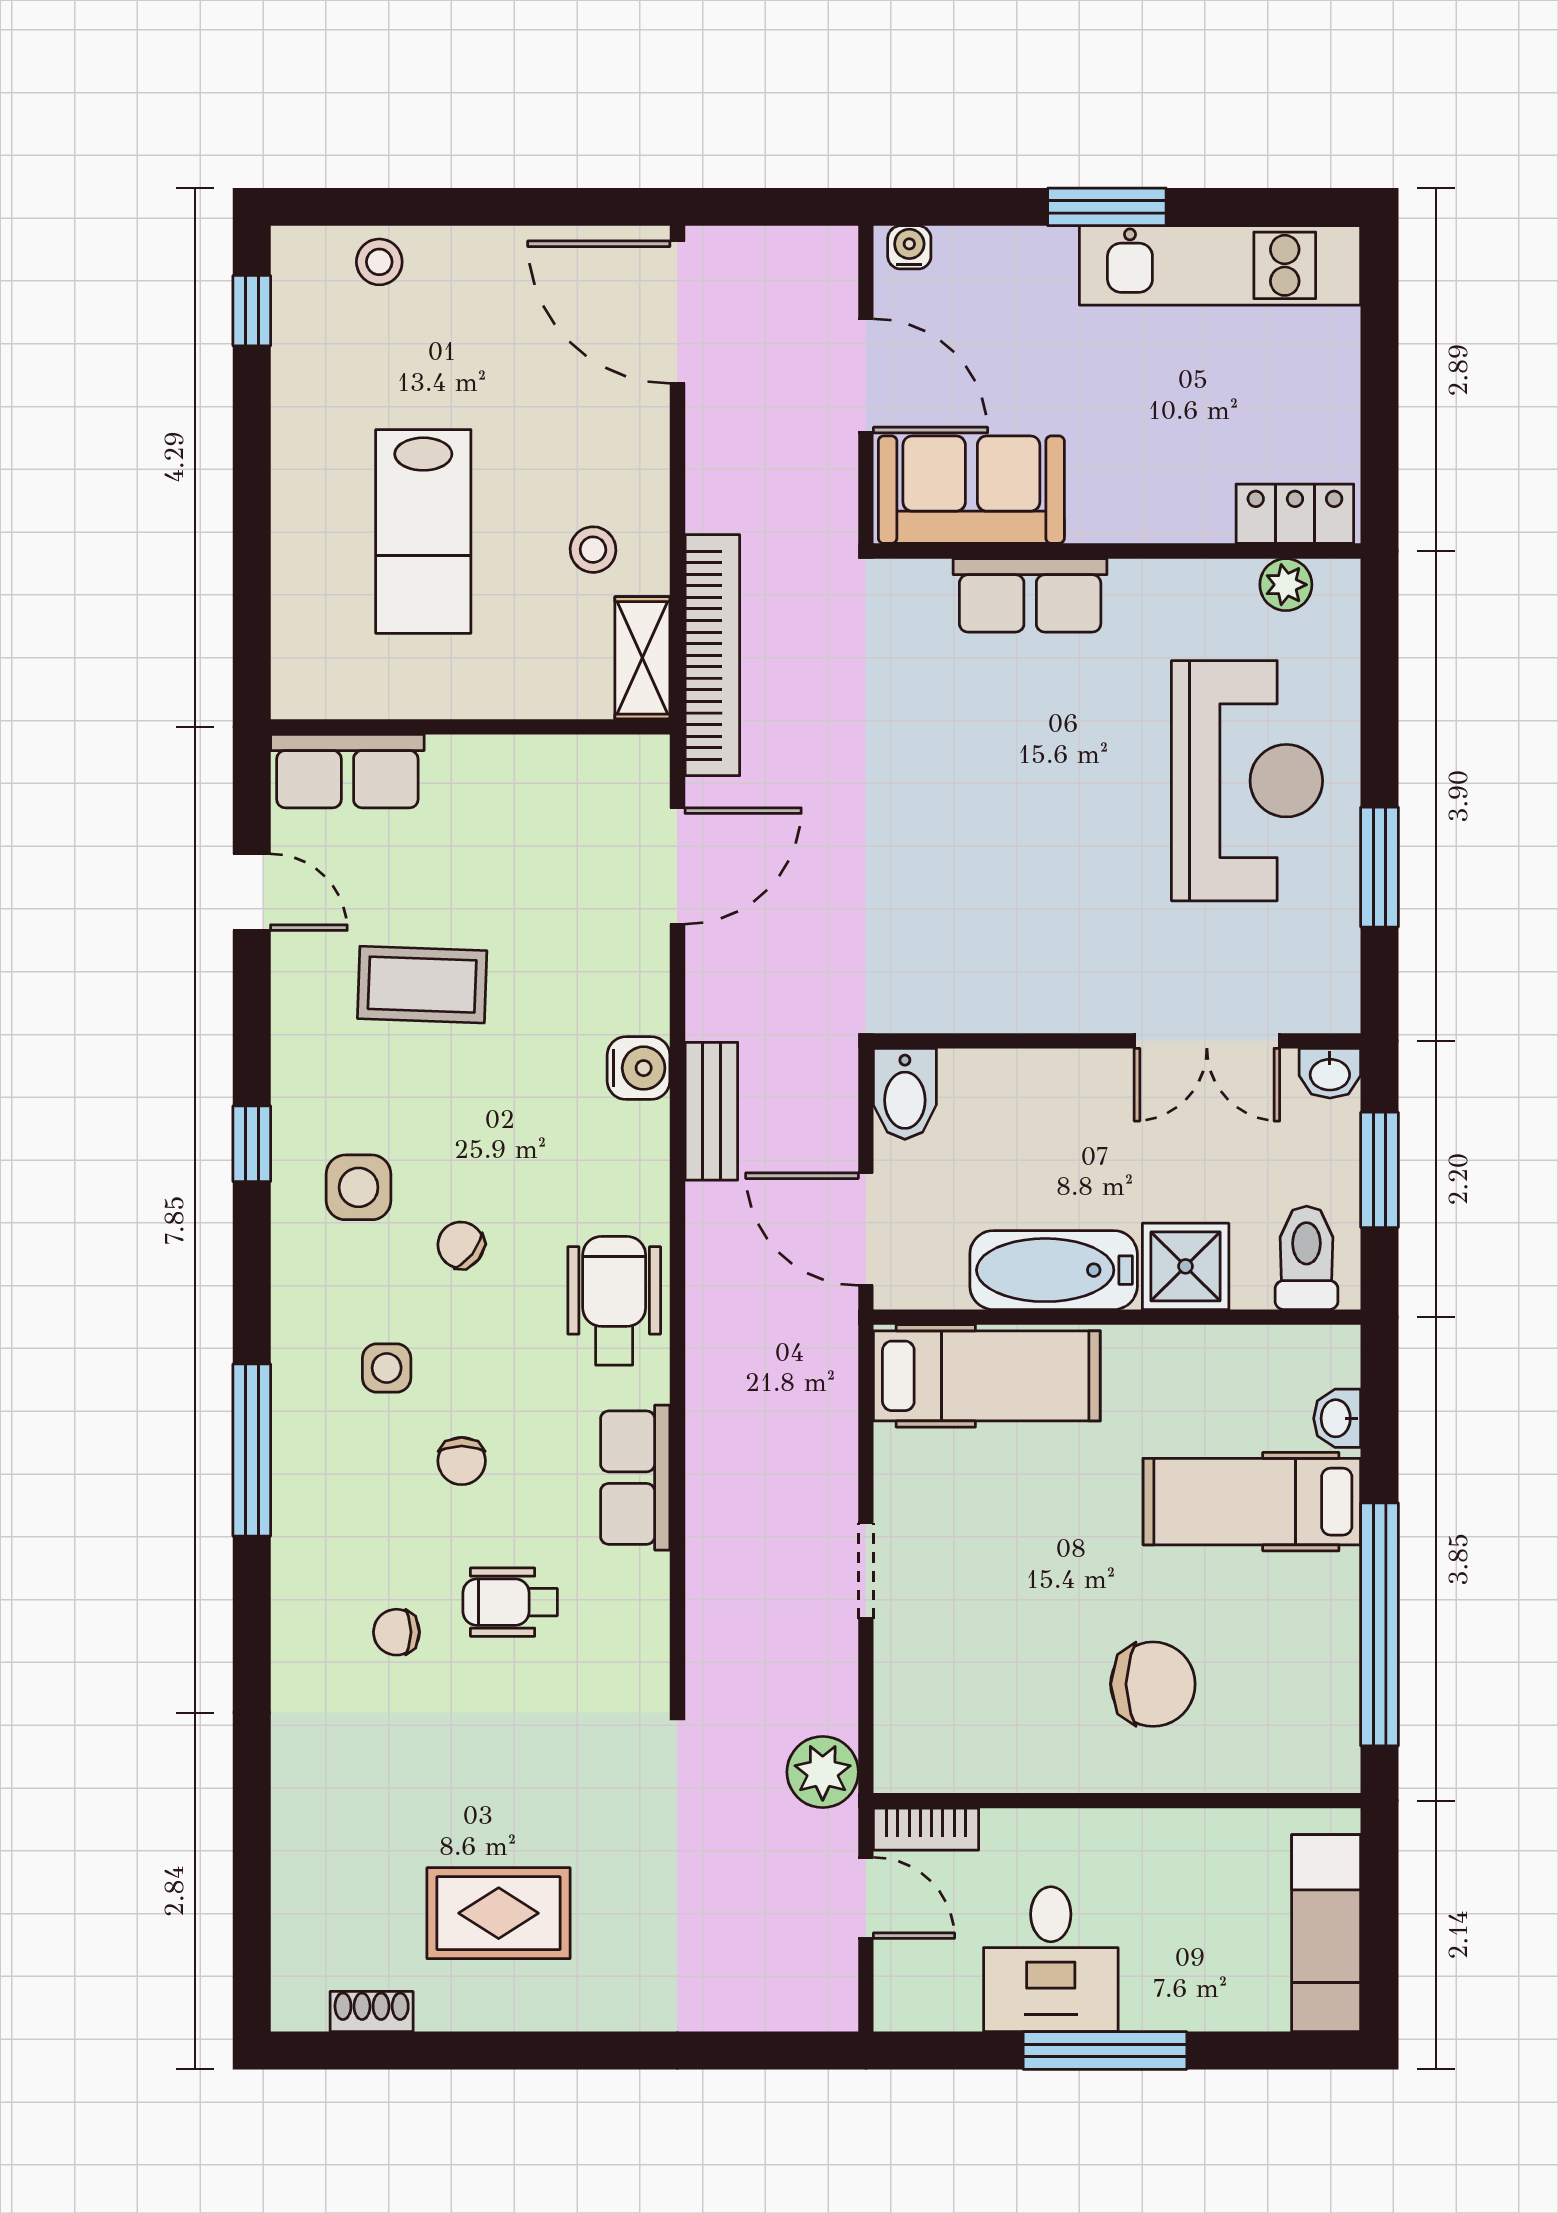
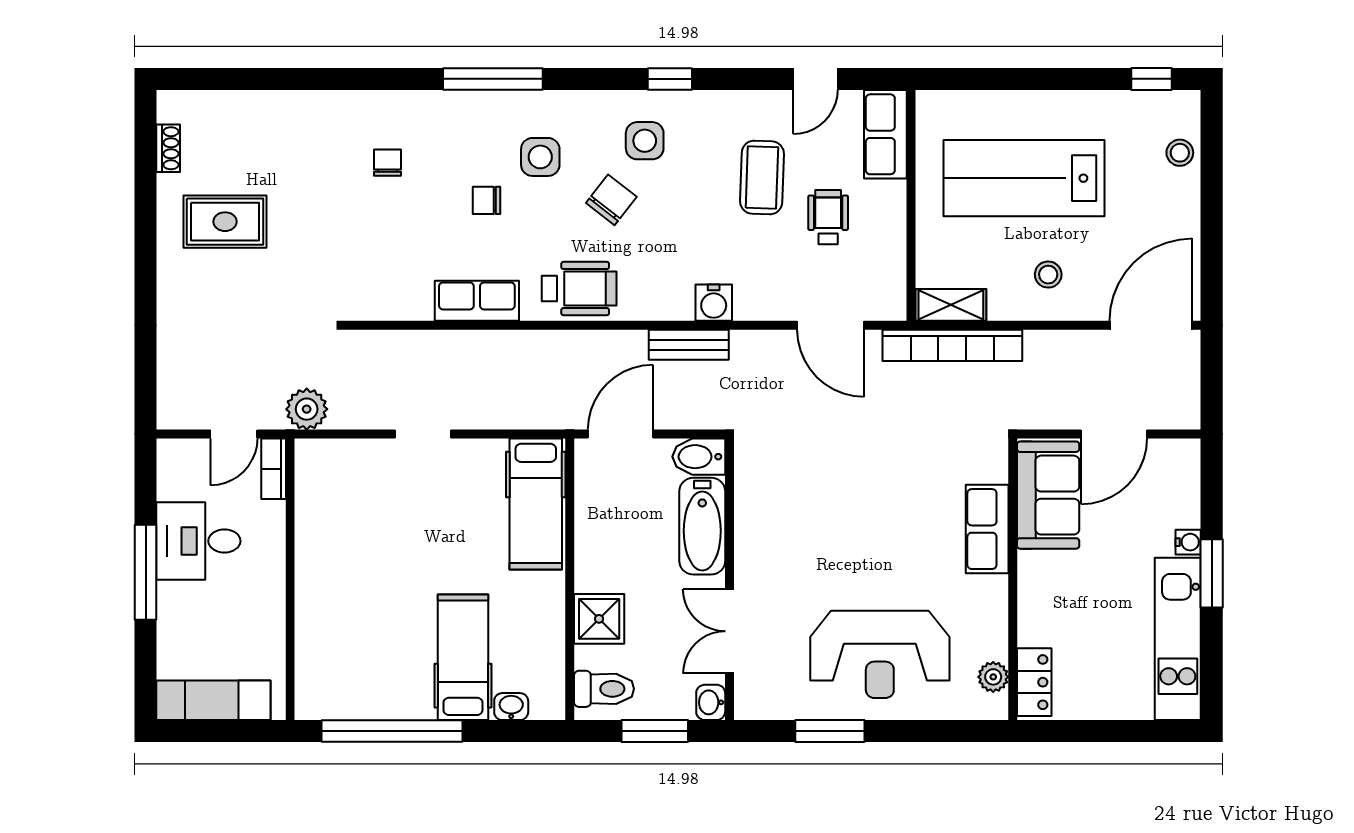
water cooler: (909, 247) -> (1188, 542), moved
lab bench: (423, 531) -> (1024, 178), width x1.36, depth x1.39
stool: (593, 550) -> (1048, 275), moved
chair: (461, 1245) -> (611, 200), width x1.37, depth x1.37
bathtub: (1054, 1270) -> (702, 526), moved, turned 180
side table: (387, 1368) -> (540, 157), width x1.37, depth x1.37
wheelchair: (510, 1602) -> (828, 217), moved
chair: (1153, 1684) -> (357, 600), removed
rug: (499, 1913) -> (225, 222), turned 90

